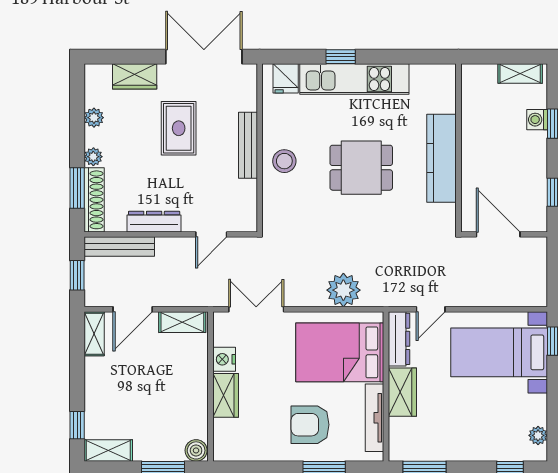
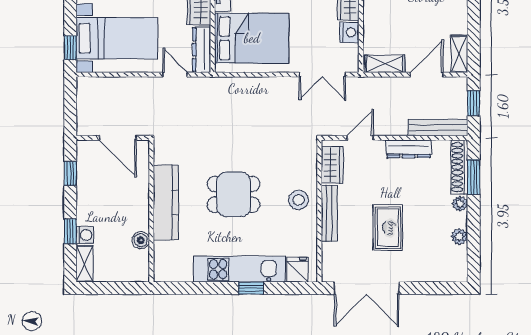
shelving: (520, 73) -> (85, 264), moved, turned 90
wardrobe: (135, 76) -> (332, 165), moved, turned 90
boiler: (471, 113) -> (141, 240), added
plant: (343, 290) -> (249, 91), removed
door: (431, 309) -> (175, 75), hinge flipped

